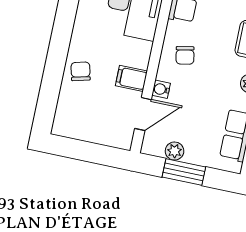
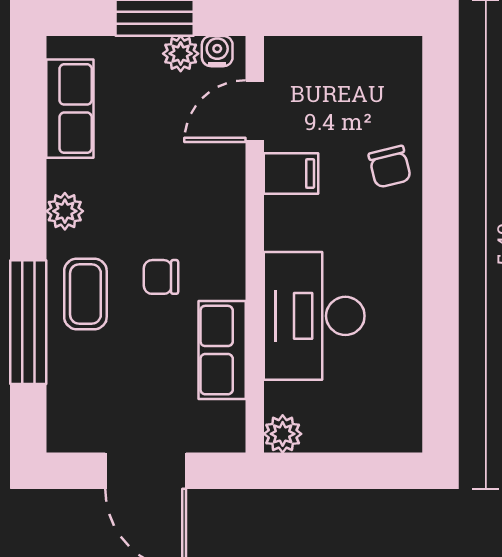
chair: (185, 55) -> (161, 277), moved, turned -79
water cooler: (161, 89) -> (217, 51), moved, turned -90

